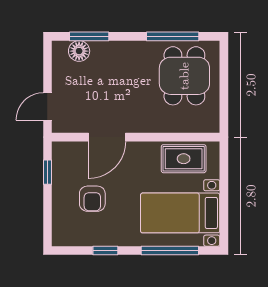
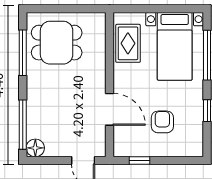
window: (89, 36) -> (23, 125), width x1.44
floor lamp: (79, 51) -> (35, 148), moved
armchair: (92, 199) -> (162, 122), turned -90

